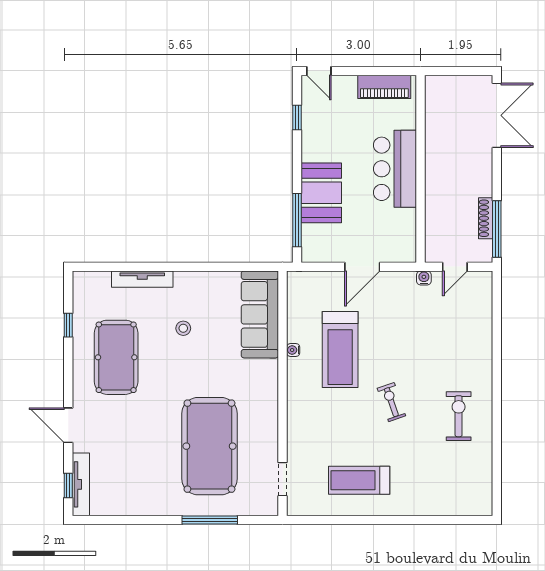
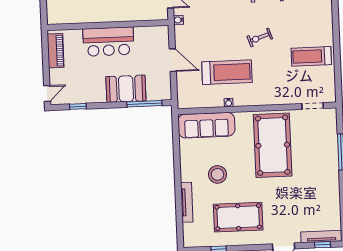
stool: (183, 328) -> (217, 174), width x1.89, depth x1.89
pool table: (209, 446) -> (273, 145), moved, turned 90
treadmill: (359, 480) -> (311, 56), turned 90

